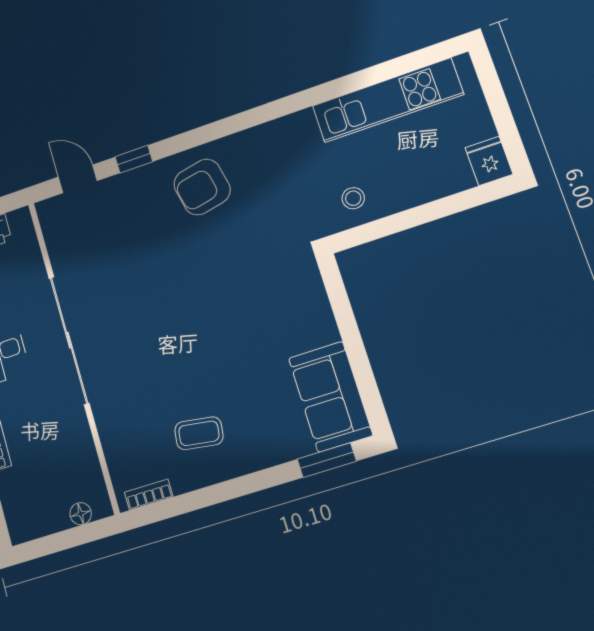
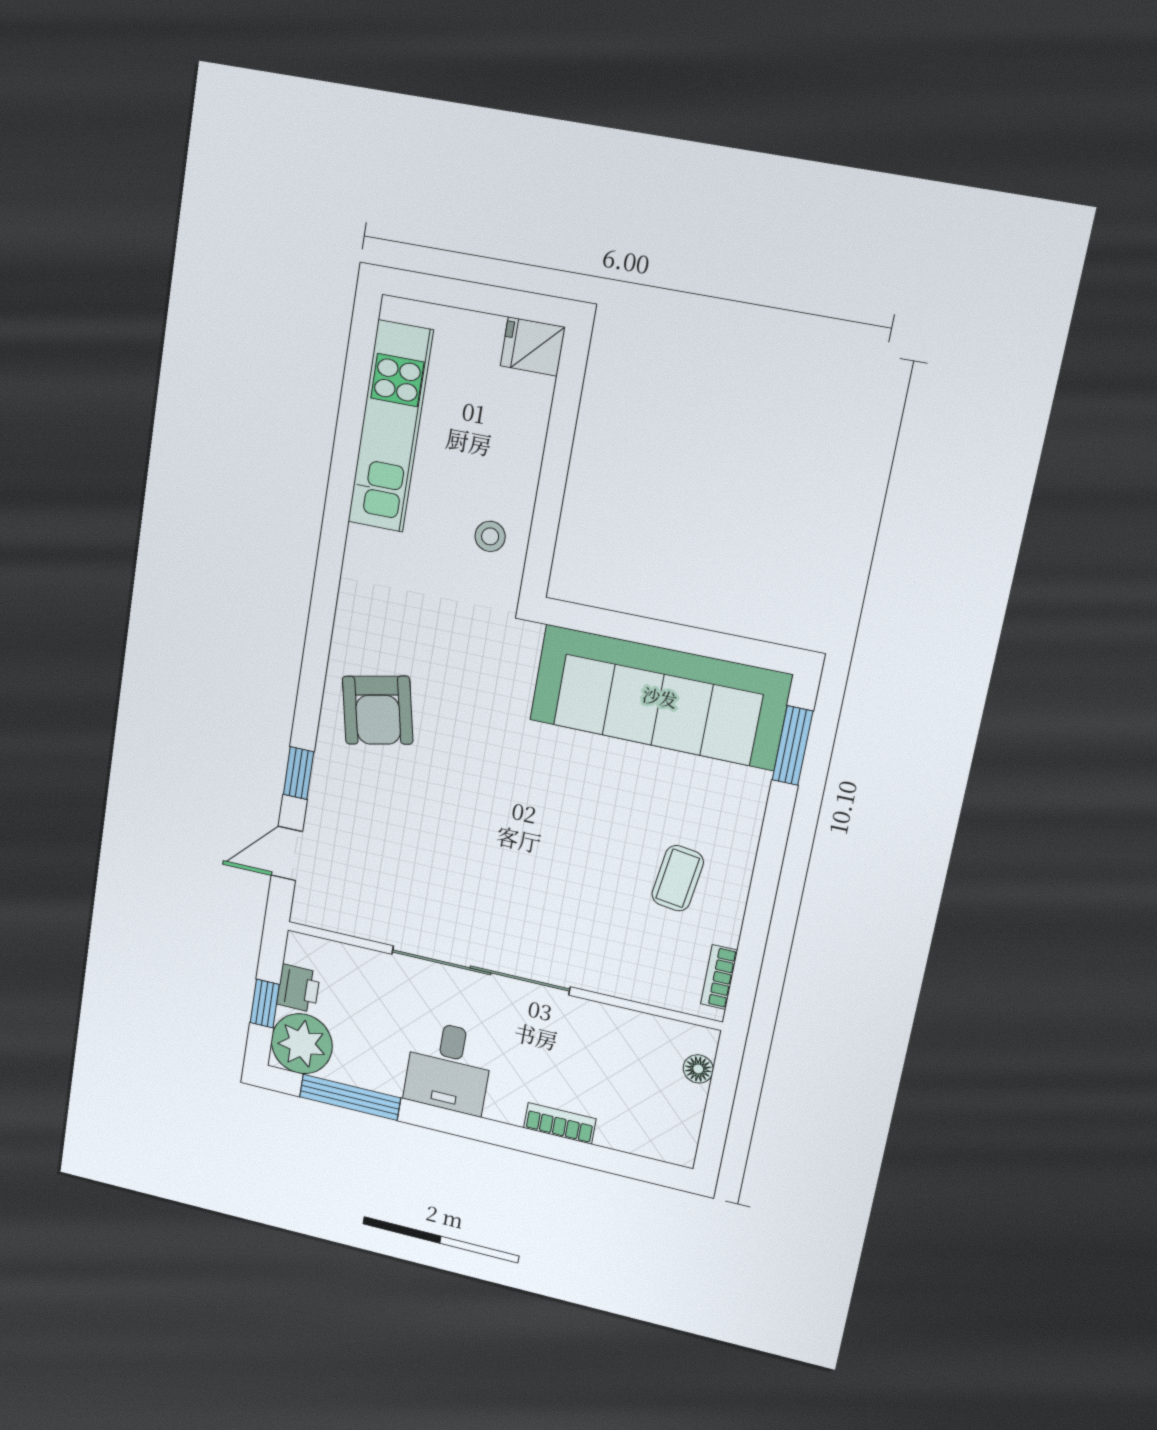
sofa: (330, 397) -> (660, 697), width x1.85, depth x1.27

